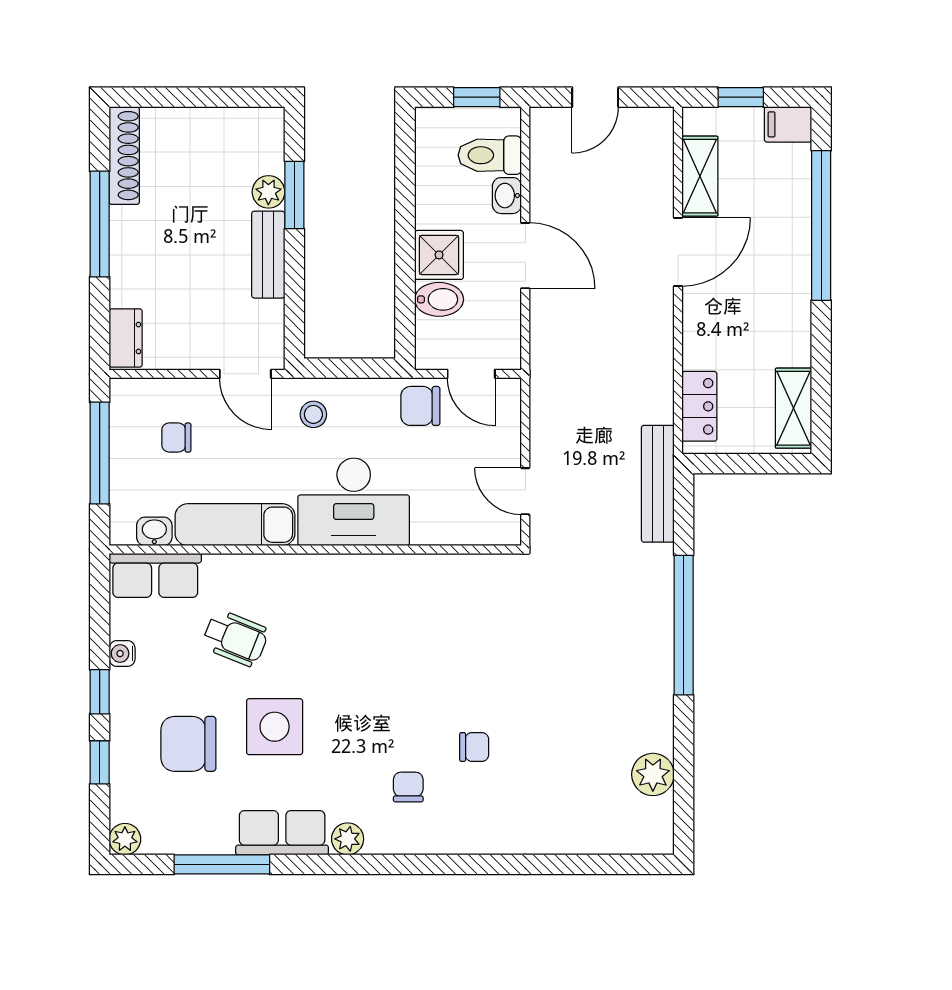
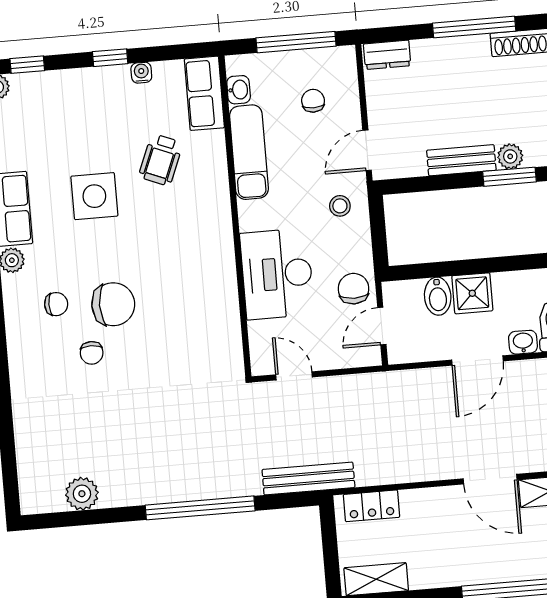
door: (525, 491) -> (294, 376), hinge flipped
desk: (354, 502) -> (277, 274), moved
chair: (188, 744) -> (113, 304), moved, turned 90
window: (100, 762) -> (27, 65), moved

